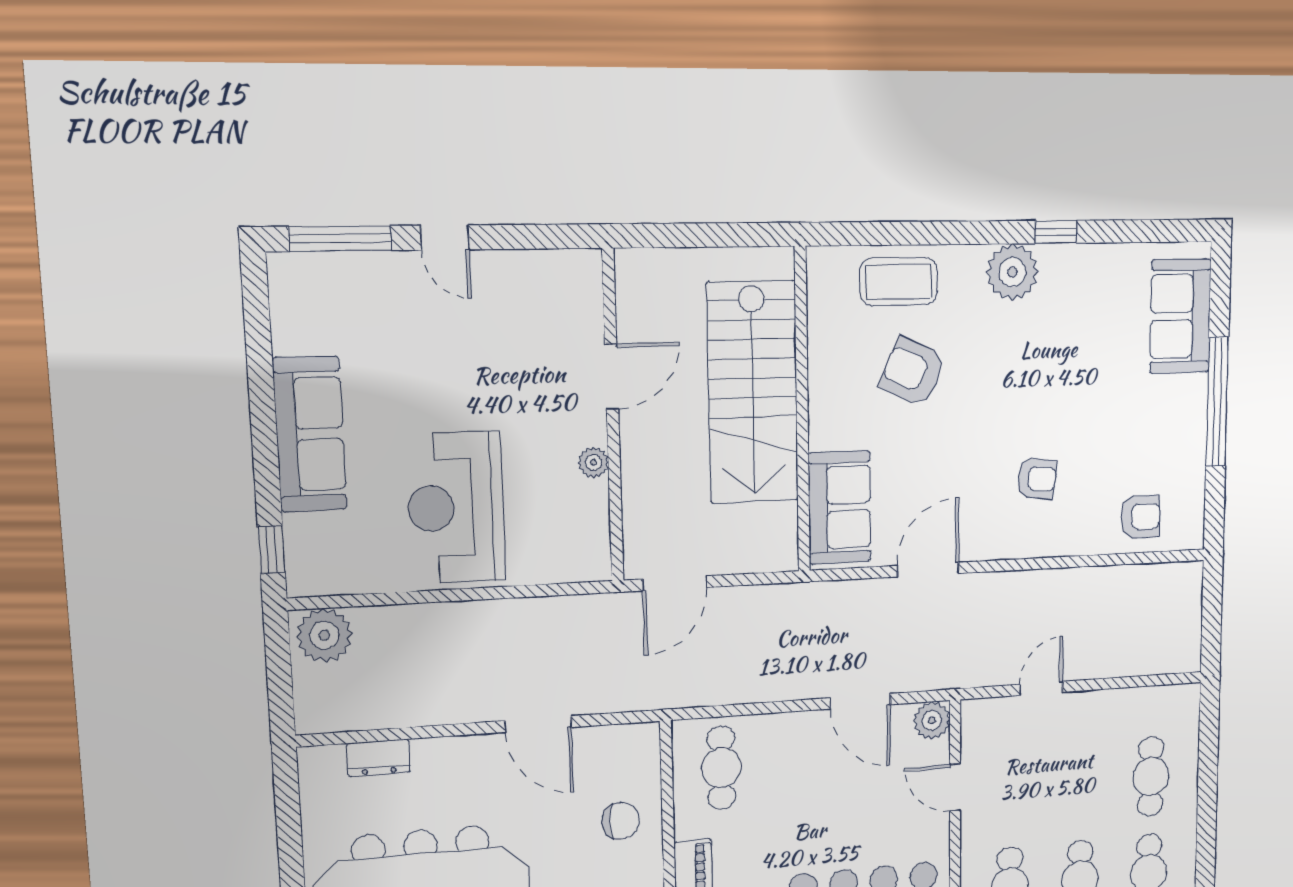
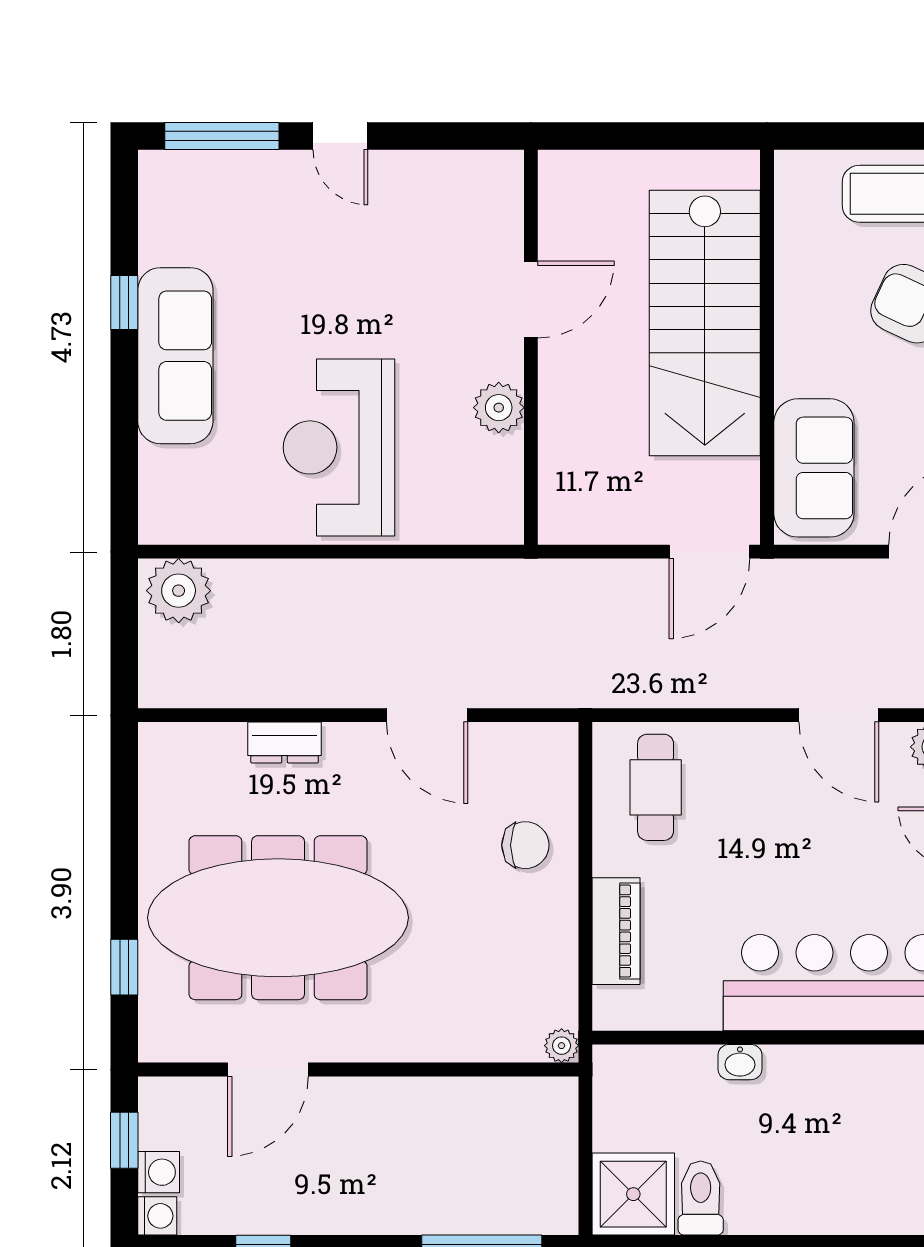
plant: (593, 463) -> (499, 408), width x1.38, depth x1.38
window: (271, 549) -> (124, 303), moved
door: (675, 583) -> (709, 552), moved
dresser: (379, 758) -> (285, 743), moved

